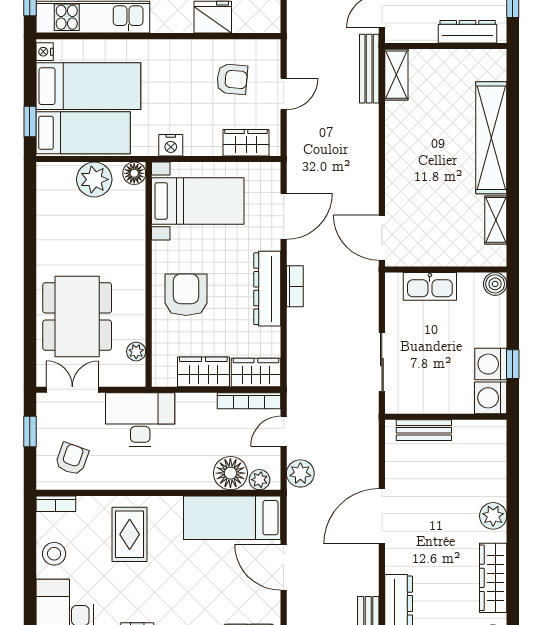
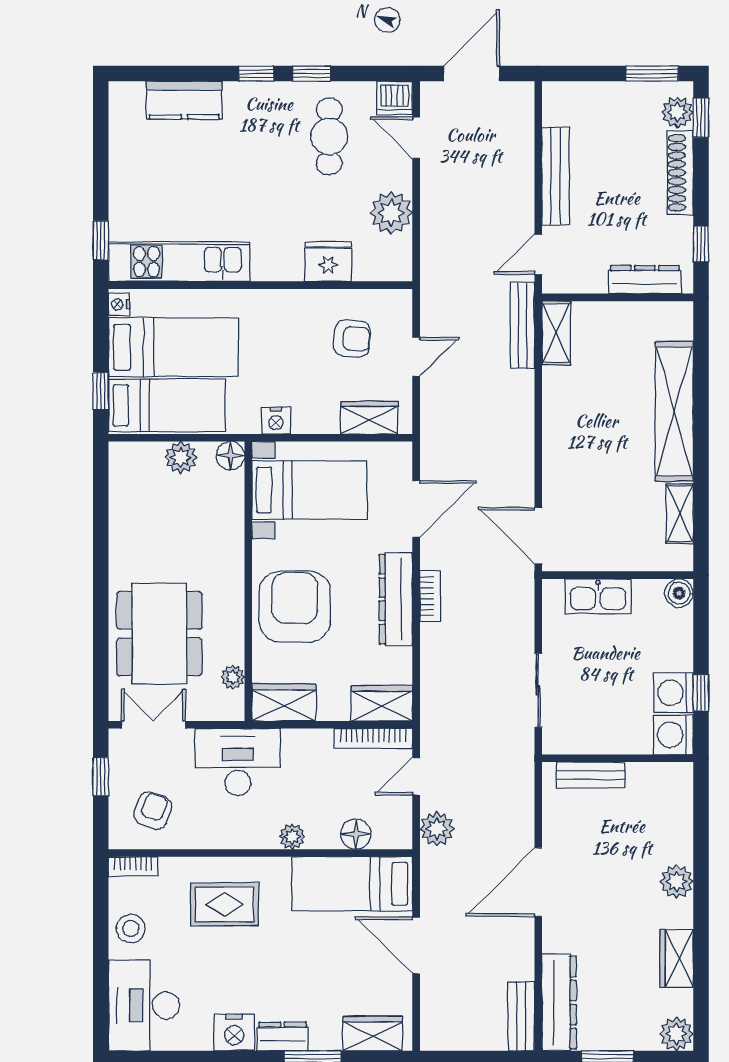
plant: (94, 179) -> (181, 457), width x0.73, depth x0.73
armchair: (186, 295) -> (295, 607), width x1.36, depth x1.36
wardrobe: (203, 372) -> (284, 702), moved
floor lamp: (230, 473) -> (356, 834), width x0.73, depth x0.73
plant: (259, 480) -> (292, 837), moved
rug: (130, 534) -> (225, 904), turned 90
wardrobe: (493, 578) -> (677, 959), width x0.67

